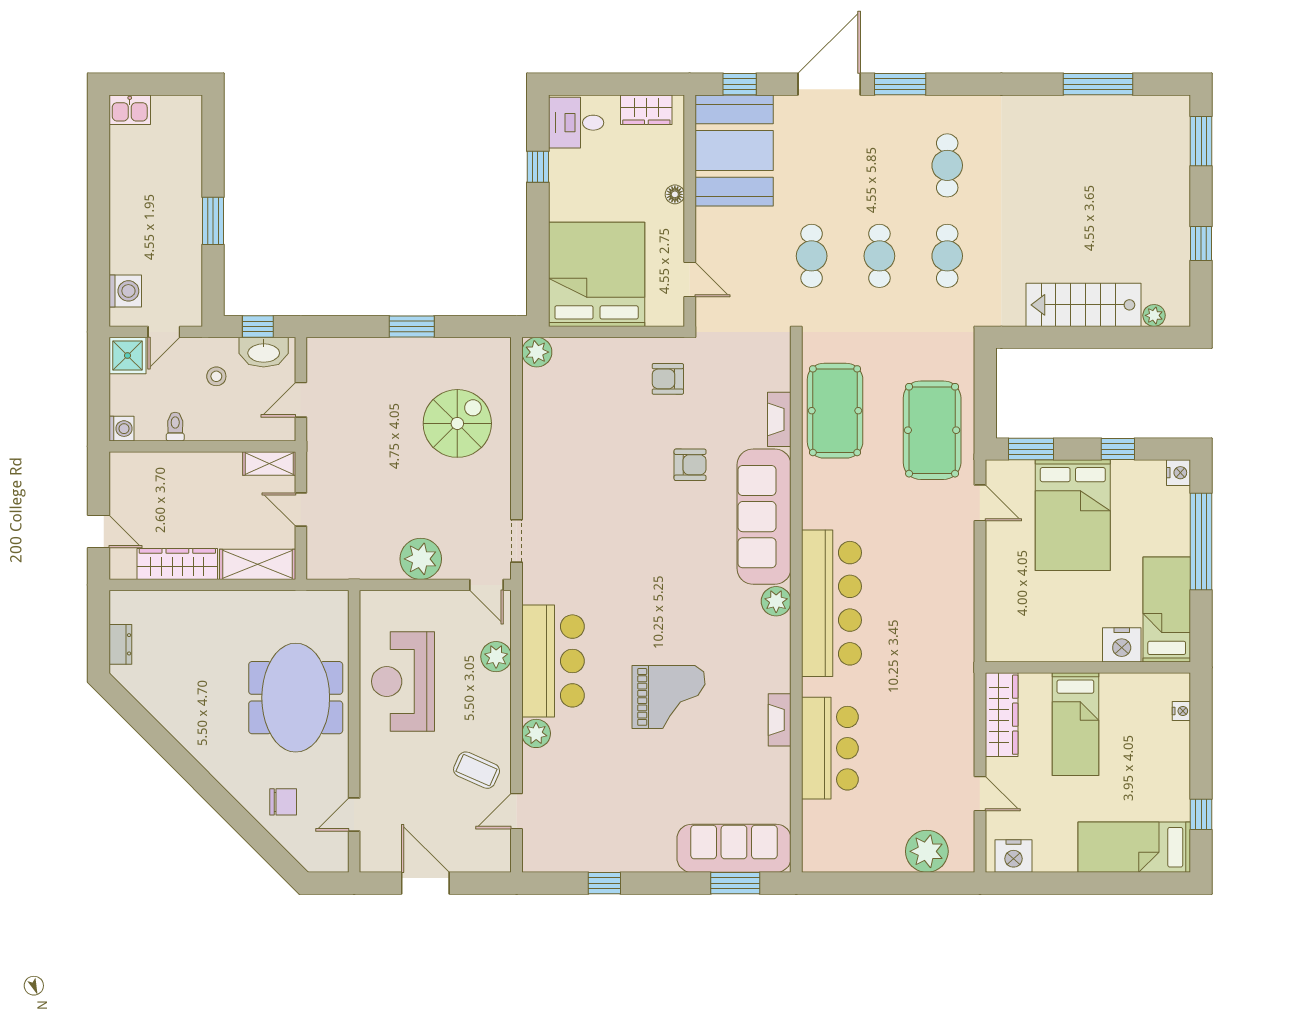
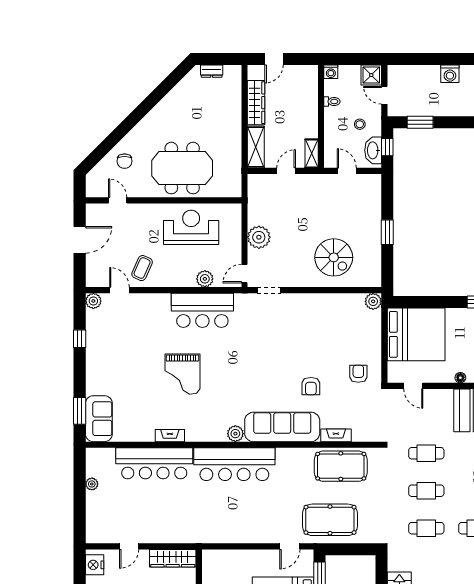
window: (213, 221) -> (420, 122), moved
door: (690, 279) -> (413, 386), hinge flipped
washing machine: (125, 291) -> (450, 74), moved
plant: (536, 733) -> (93, 301), moved
bar counter: (830, 748) -> (154, 463), width x1.36
sofa: (734, 848) -> (99, 419), width x0.73
plant: (927, 851) -> (92, 484), moved, width x0.53, depth x0.53

